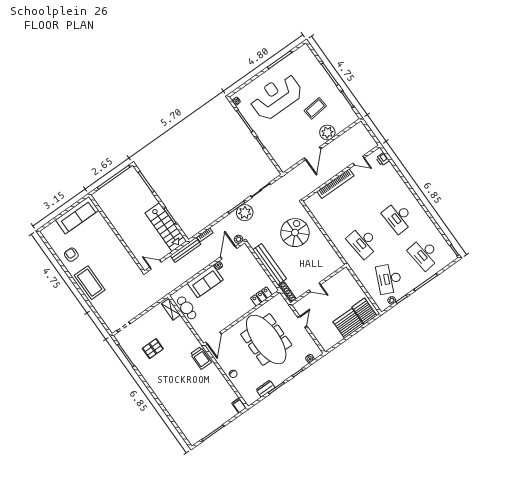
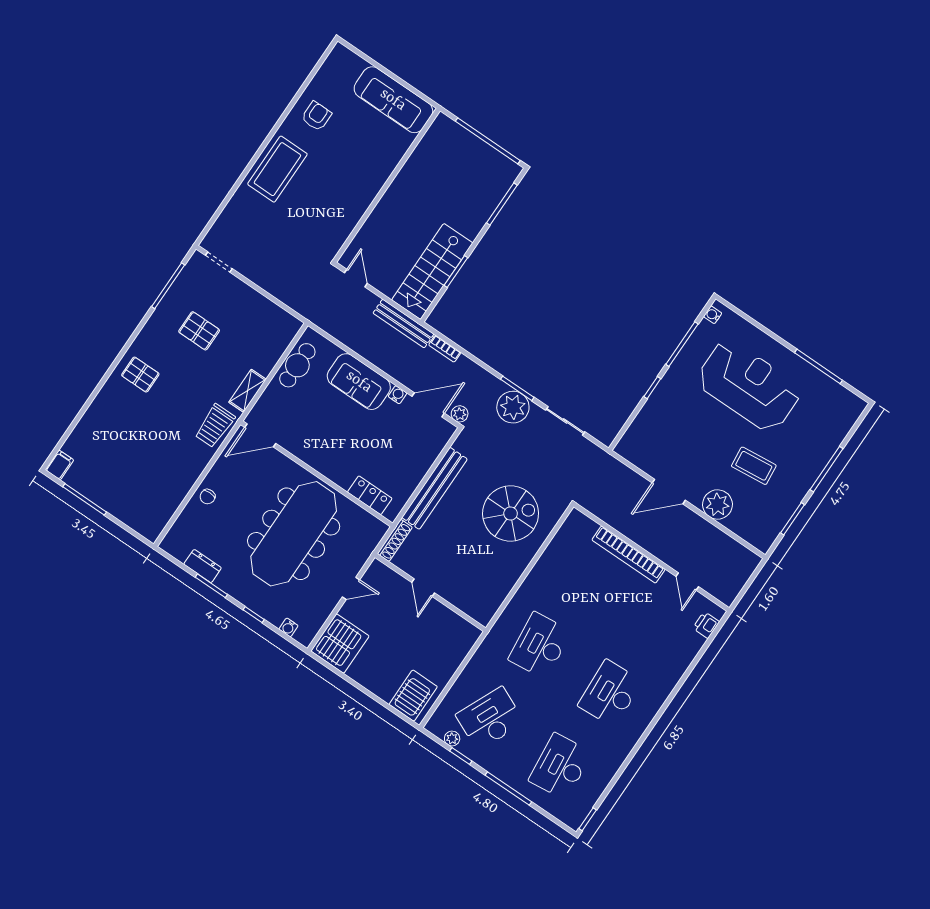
shelving: (171, 309) -> (248, 391), moved
server rack: (348, 323) -> (340, 643), moved, turned 90
pallet: (163, 384) -> (140, 375), added
filing cabinet: (239, 406) -> (59, 465), moved

